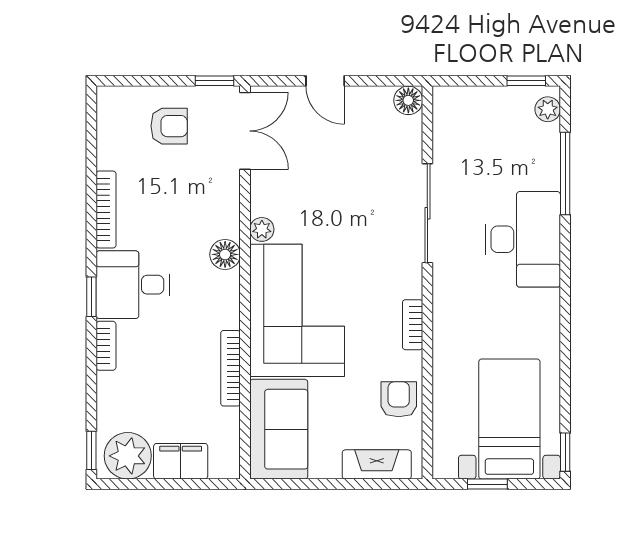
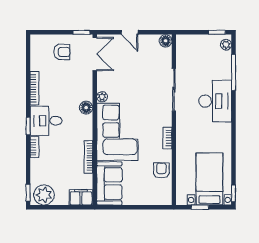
filing cabinet: (181, 461) -> (81, 197), moved
fireplace: (377, 464) -> (152, 199), removed

